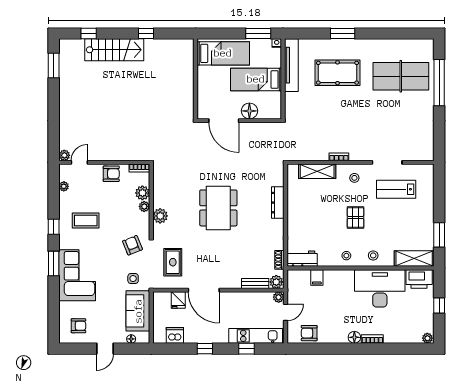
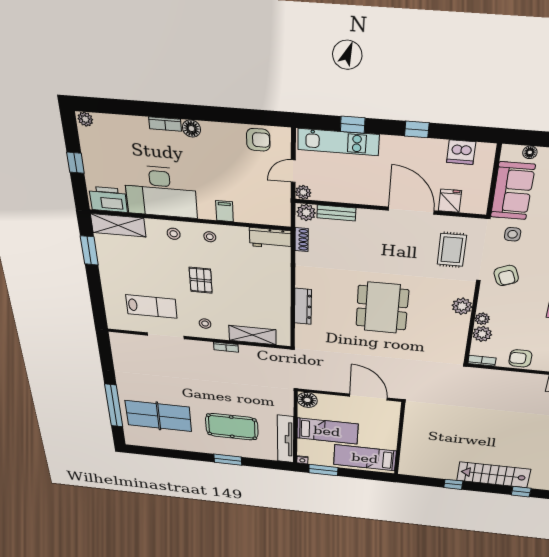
floor lamp: (249, 111) -> (307, 400), moved
filing cabinet: (317, 277) -> (225, 211), moved

